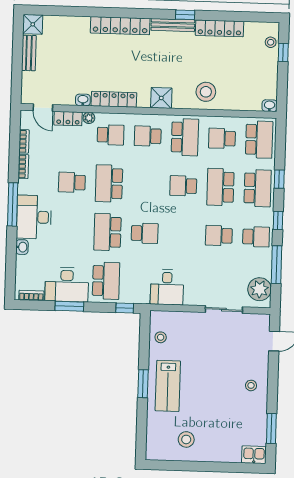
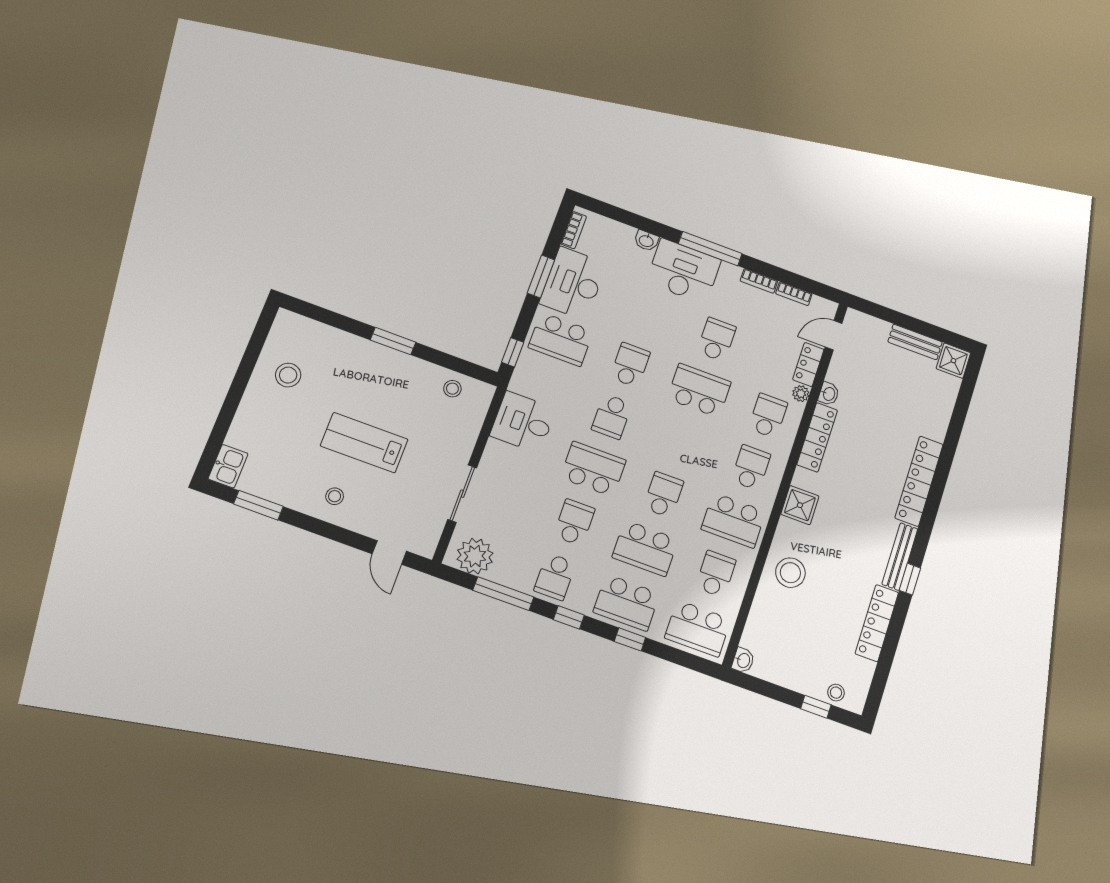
school desk: (111, 135) -> (768, 416), turned 180
school desk: (220, 187) -> (645, 548), turned 180
school desk: (108, 232) -> (630, 365), width x0.54
school desk: (182, 234) -> (593, 469), added
lab bench: (168, 386) -> (364, 443), moved

